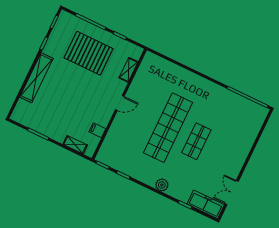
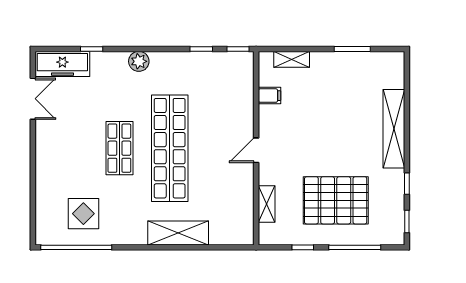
shelving: (186, 78) -> (178, 233), added
display table: (234, 114) -> (83, 214), added

